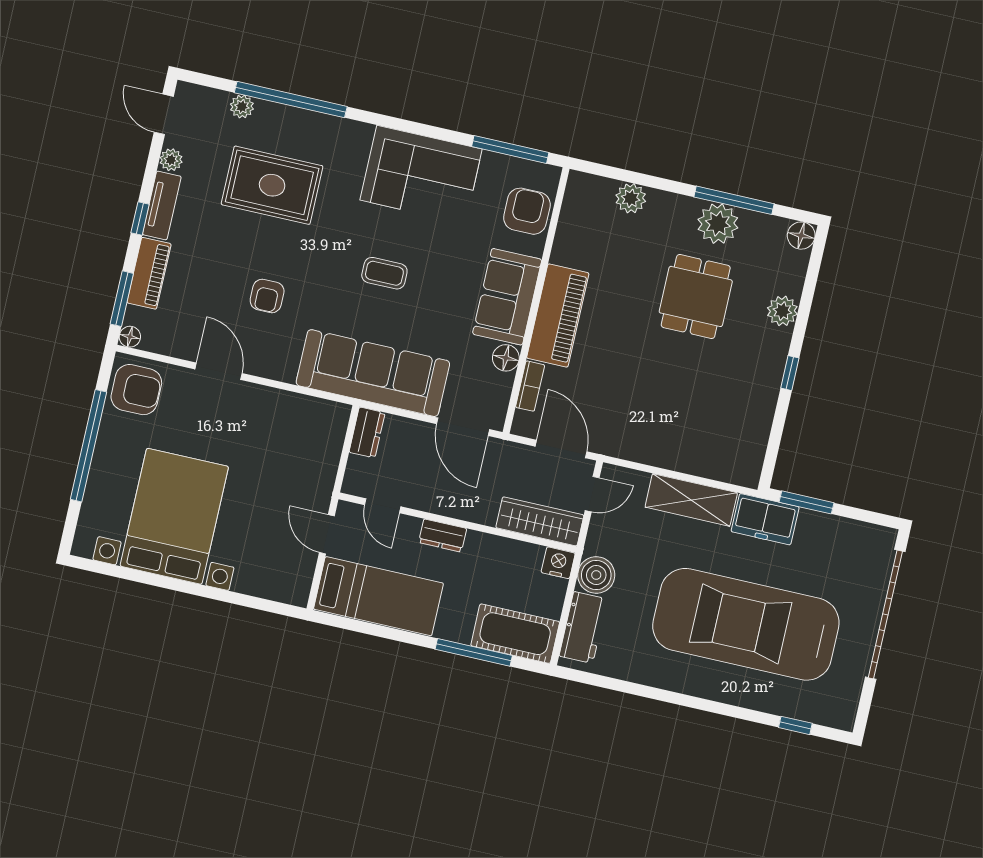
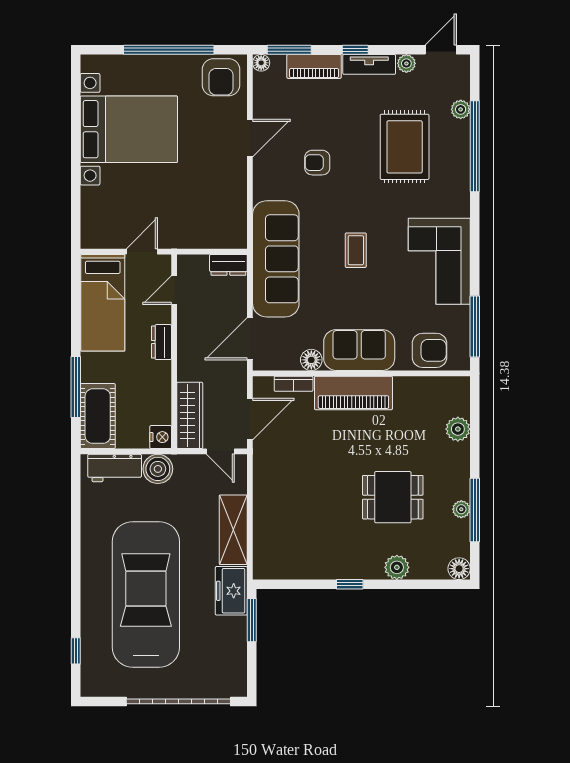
plant: (718, 224) -> (461, 509), width x0.53, depth x0.53

